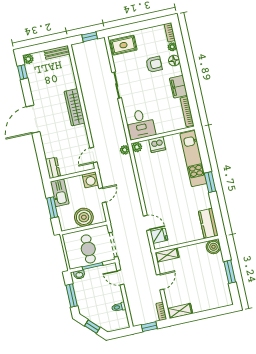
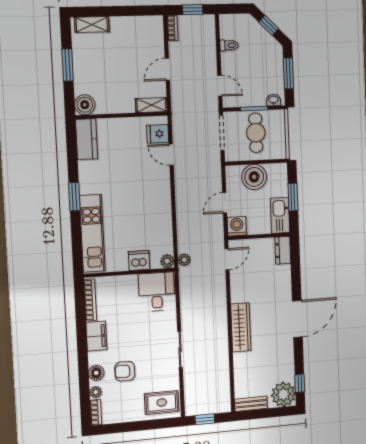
plant: (28, 59) -> (283, 394), width x1.87, depth x1.87
shelving: (180, 311) -> (92, 24), moved

